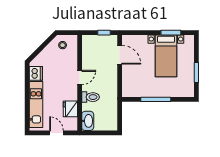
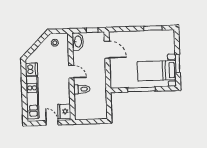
bed with nightstands: (166, 56) -> (157, 71), moved, turned 90
door: (80, 77) -> (71, 72), hinge flipped
fridge: (70, 109) -> (64, 111), moved
washbasin: (88, 121) -> (78, 41), moved

